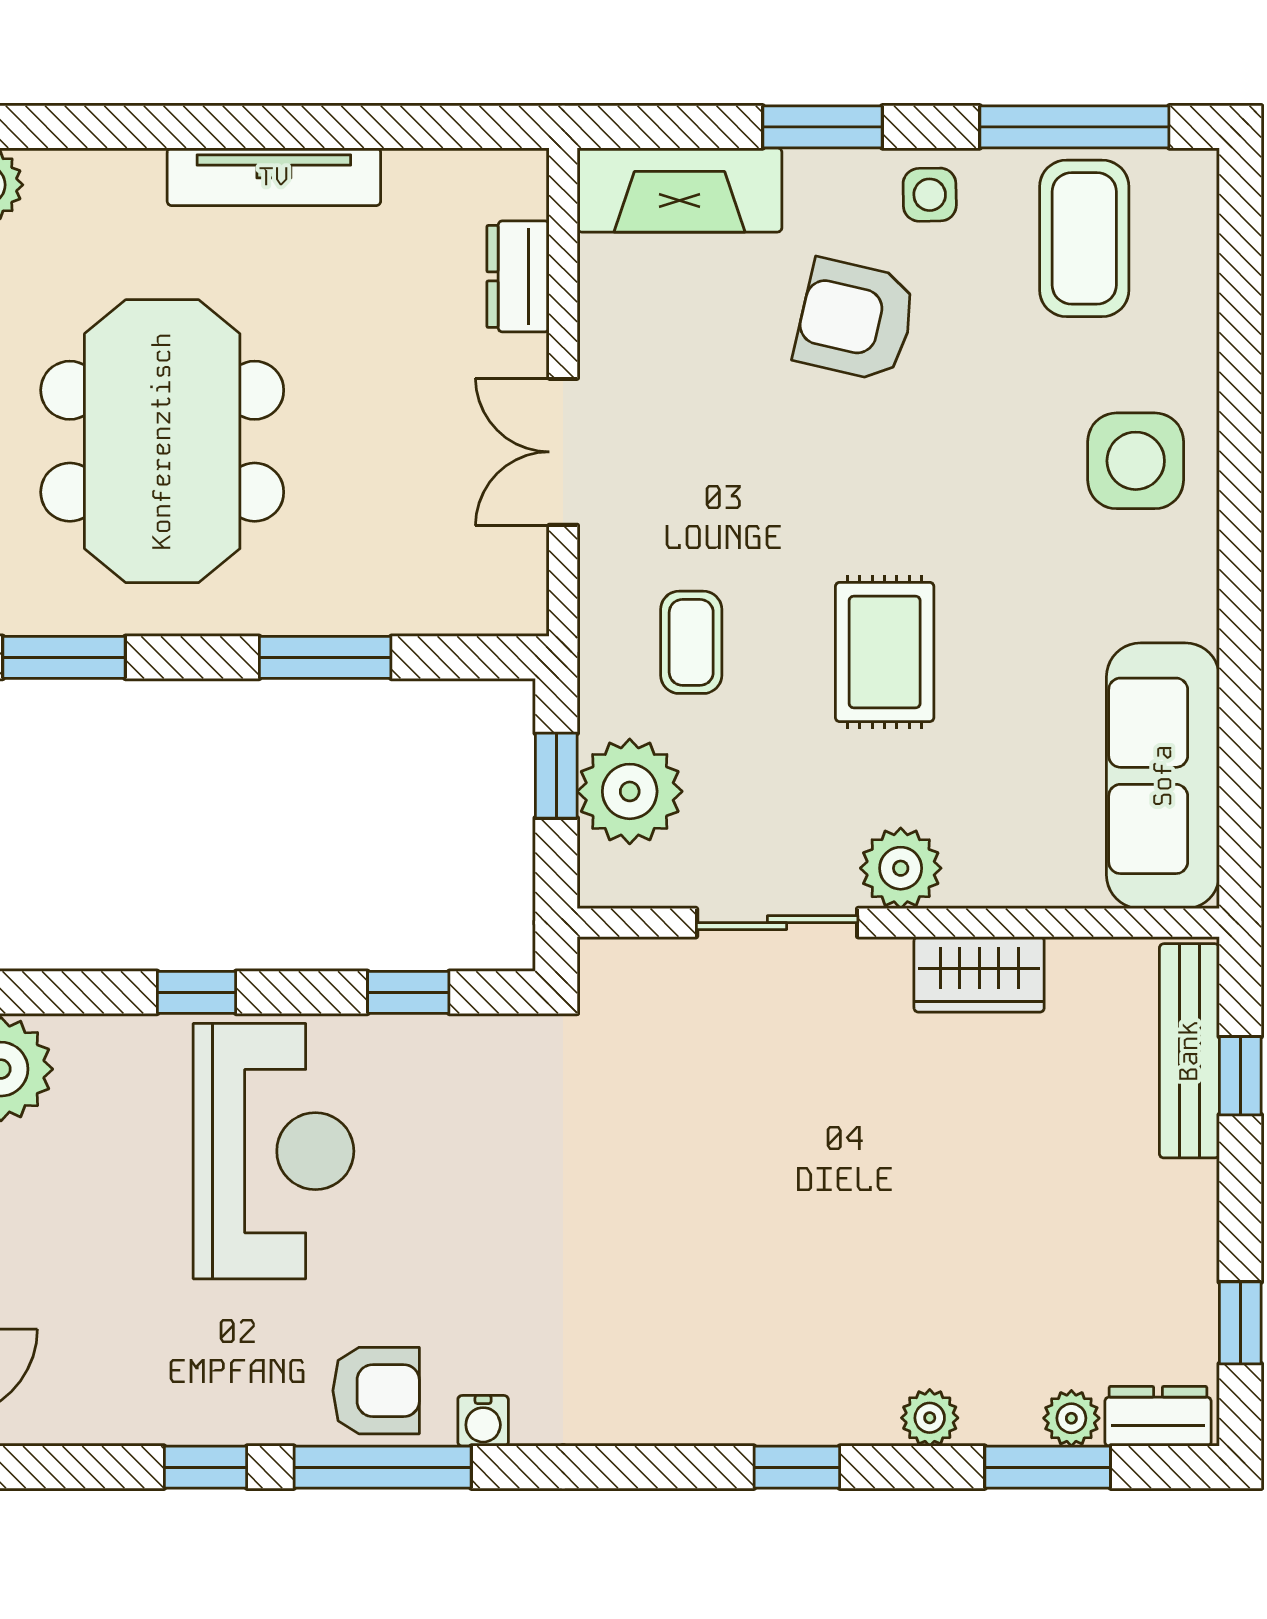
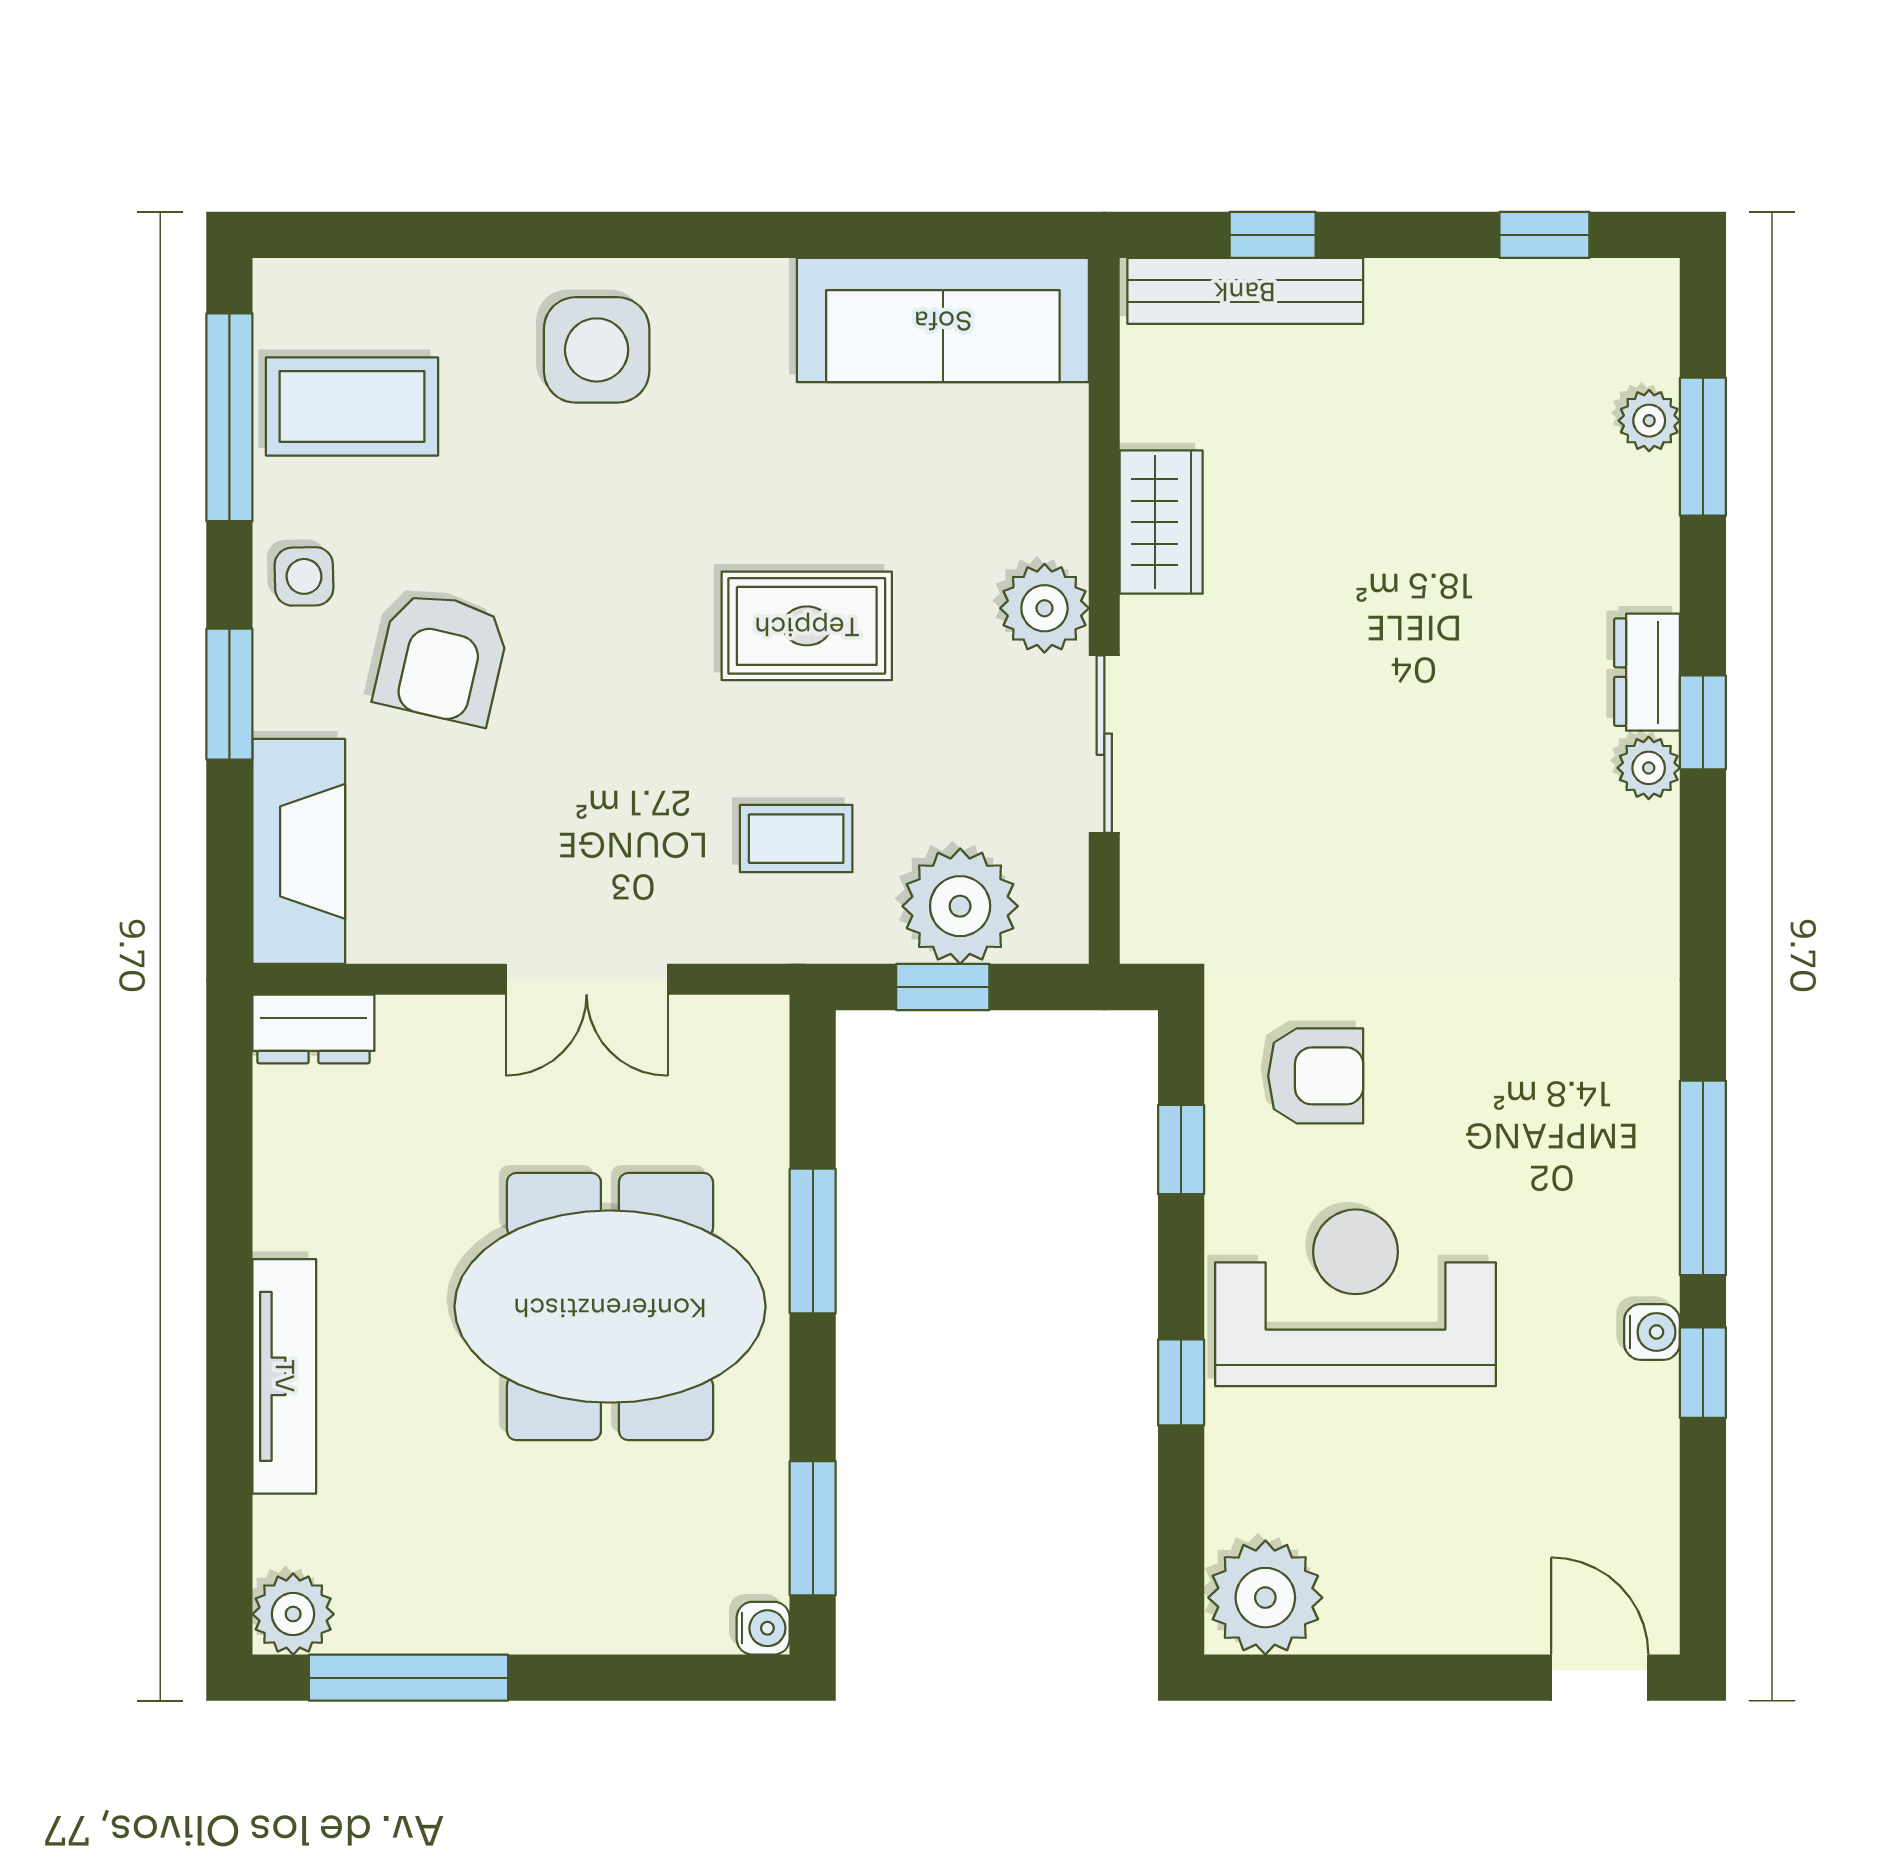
tv unit: (274, 177) -> (284, 1376), moved
dresser: (518, 276) -> (313, 1029), moved
meeting table: (162, 441) -> (610, 1307), moved
armchair: (376, 1391) -> (1316, 1076), moved, turned 90
dresser: (1158, 1416) -> (1647, 672), moved
plant: (930, 1418) -> (1649, 768), moved
water cooler: (483, 1421) -> (1652, 1332), moved

